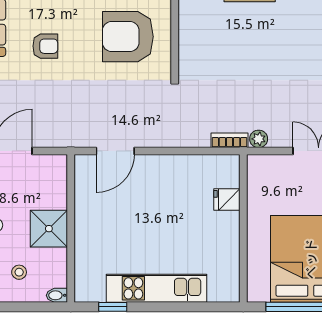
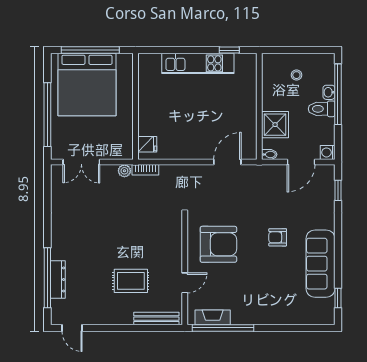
fridge: (227, 200) -> (147, 144), moved
shower: (49, 229) -> (275, 125), moved
bidet: (57, 295) -> (269, 154), moved

